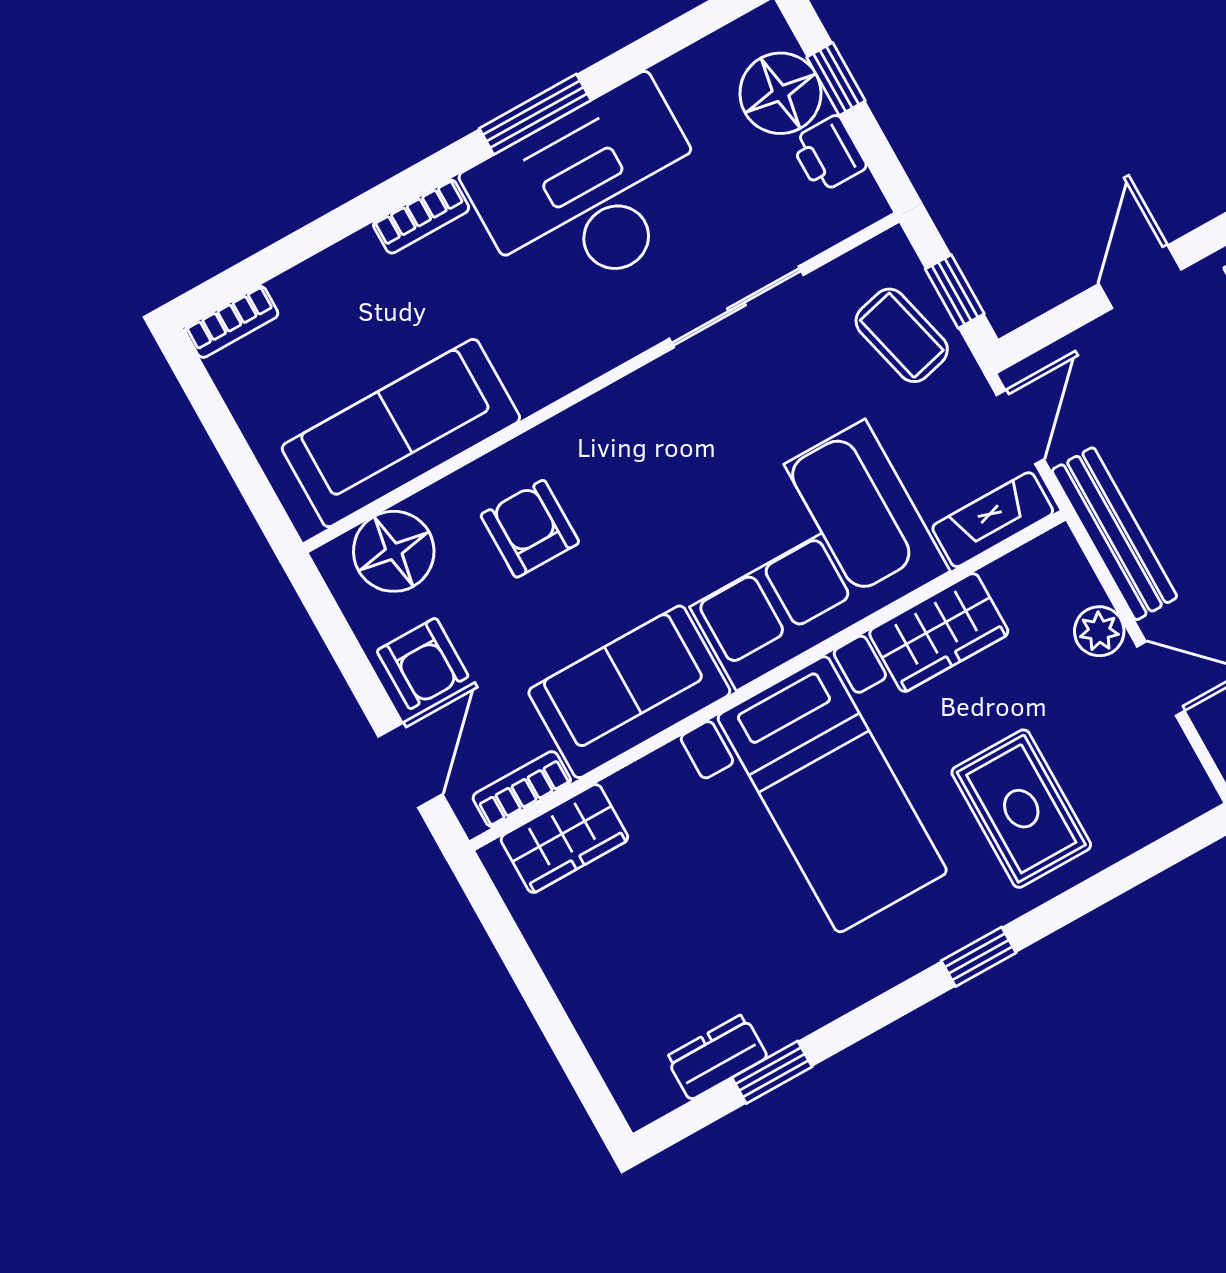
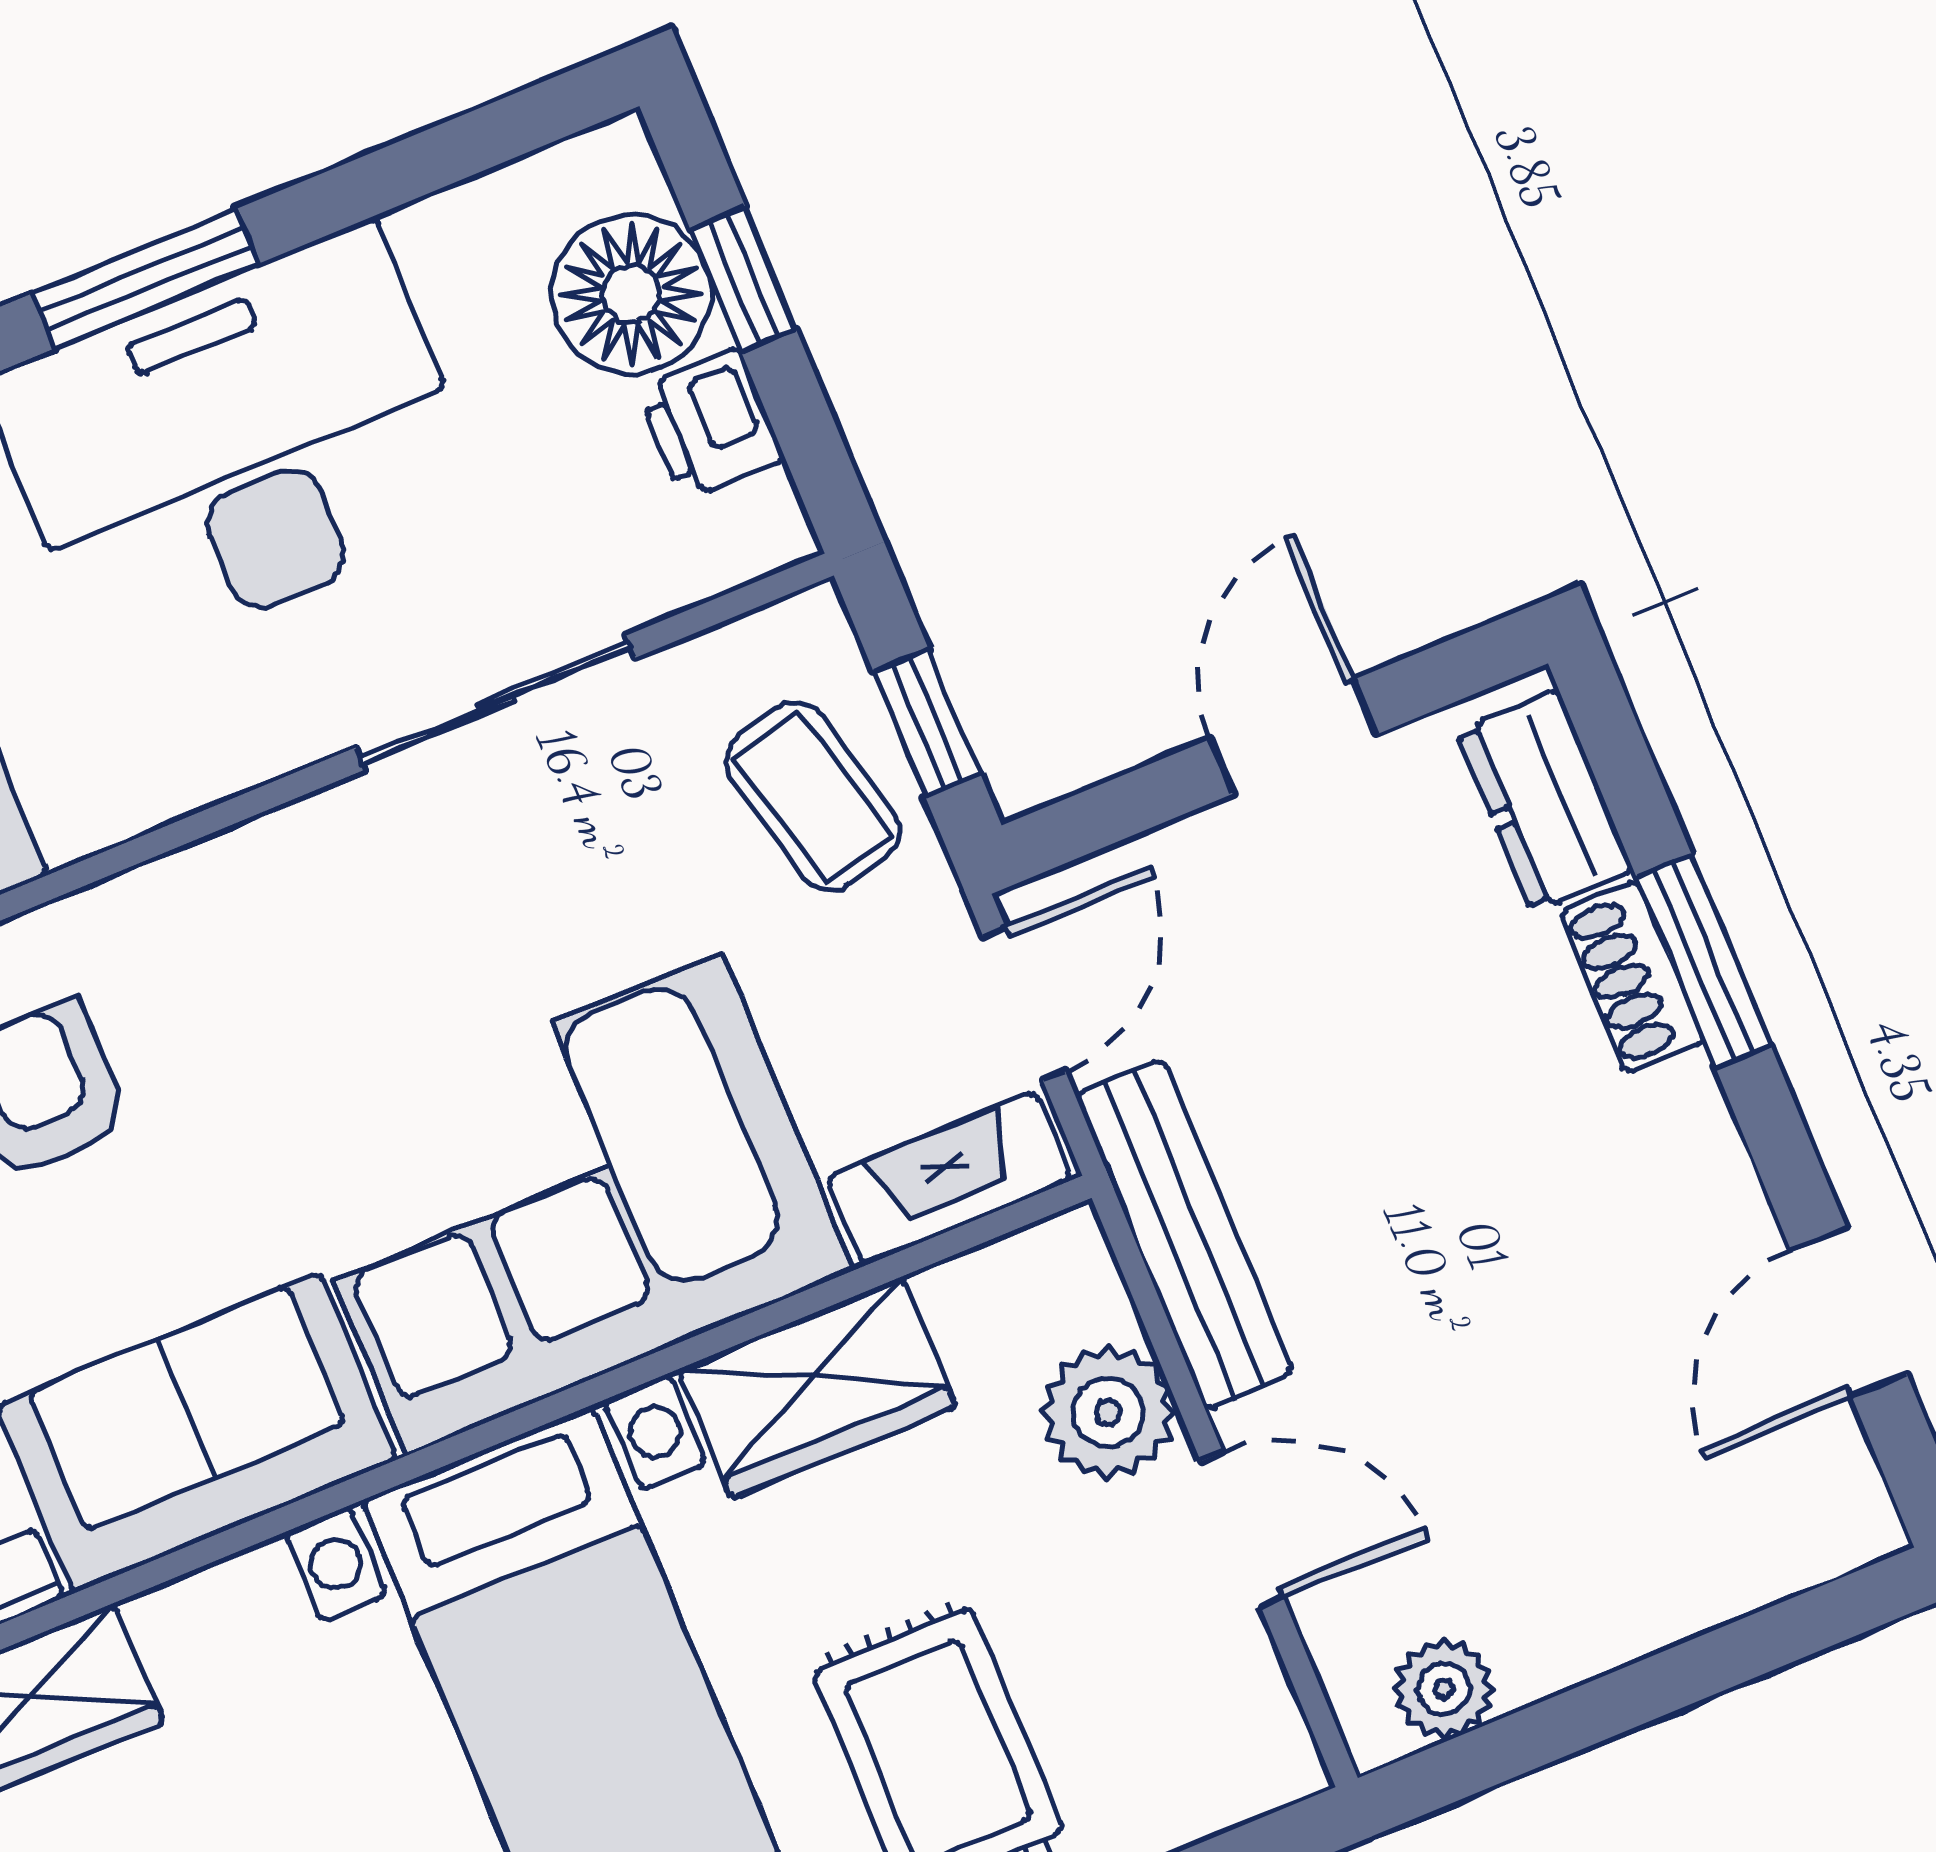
plant: (1099, 631) -> (1108, 1412), width x1.38, depth x1.38

